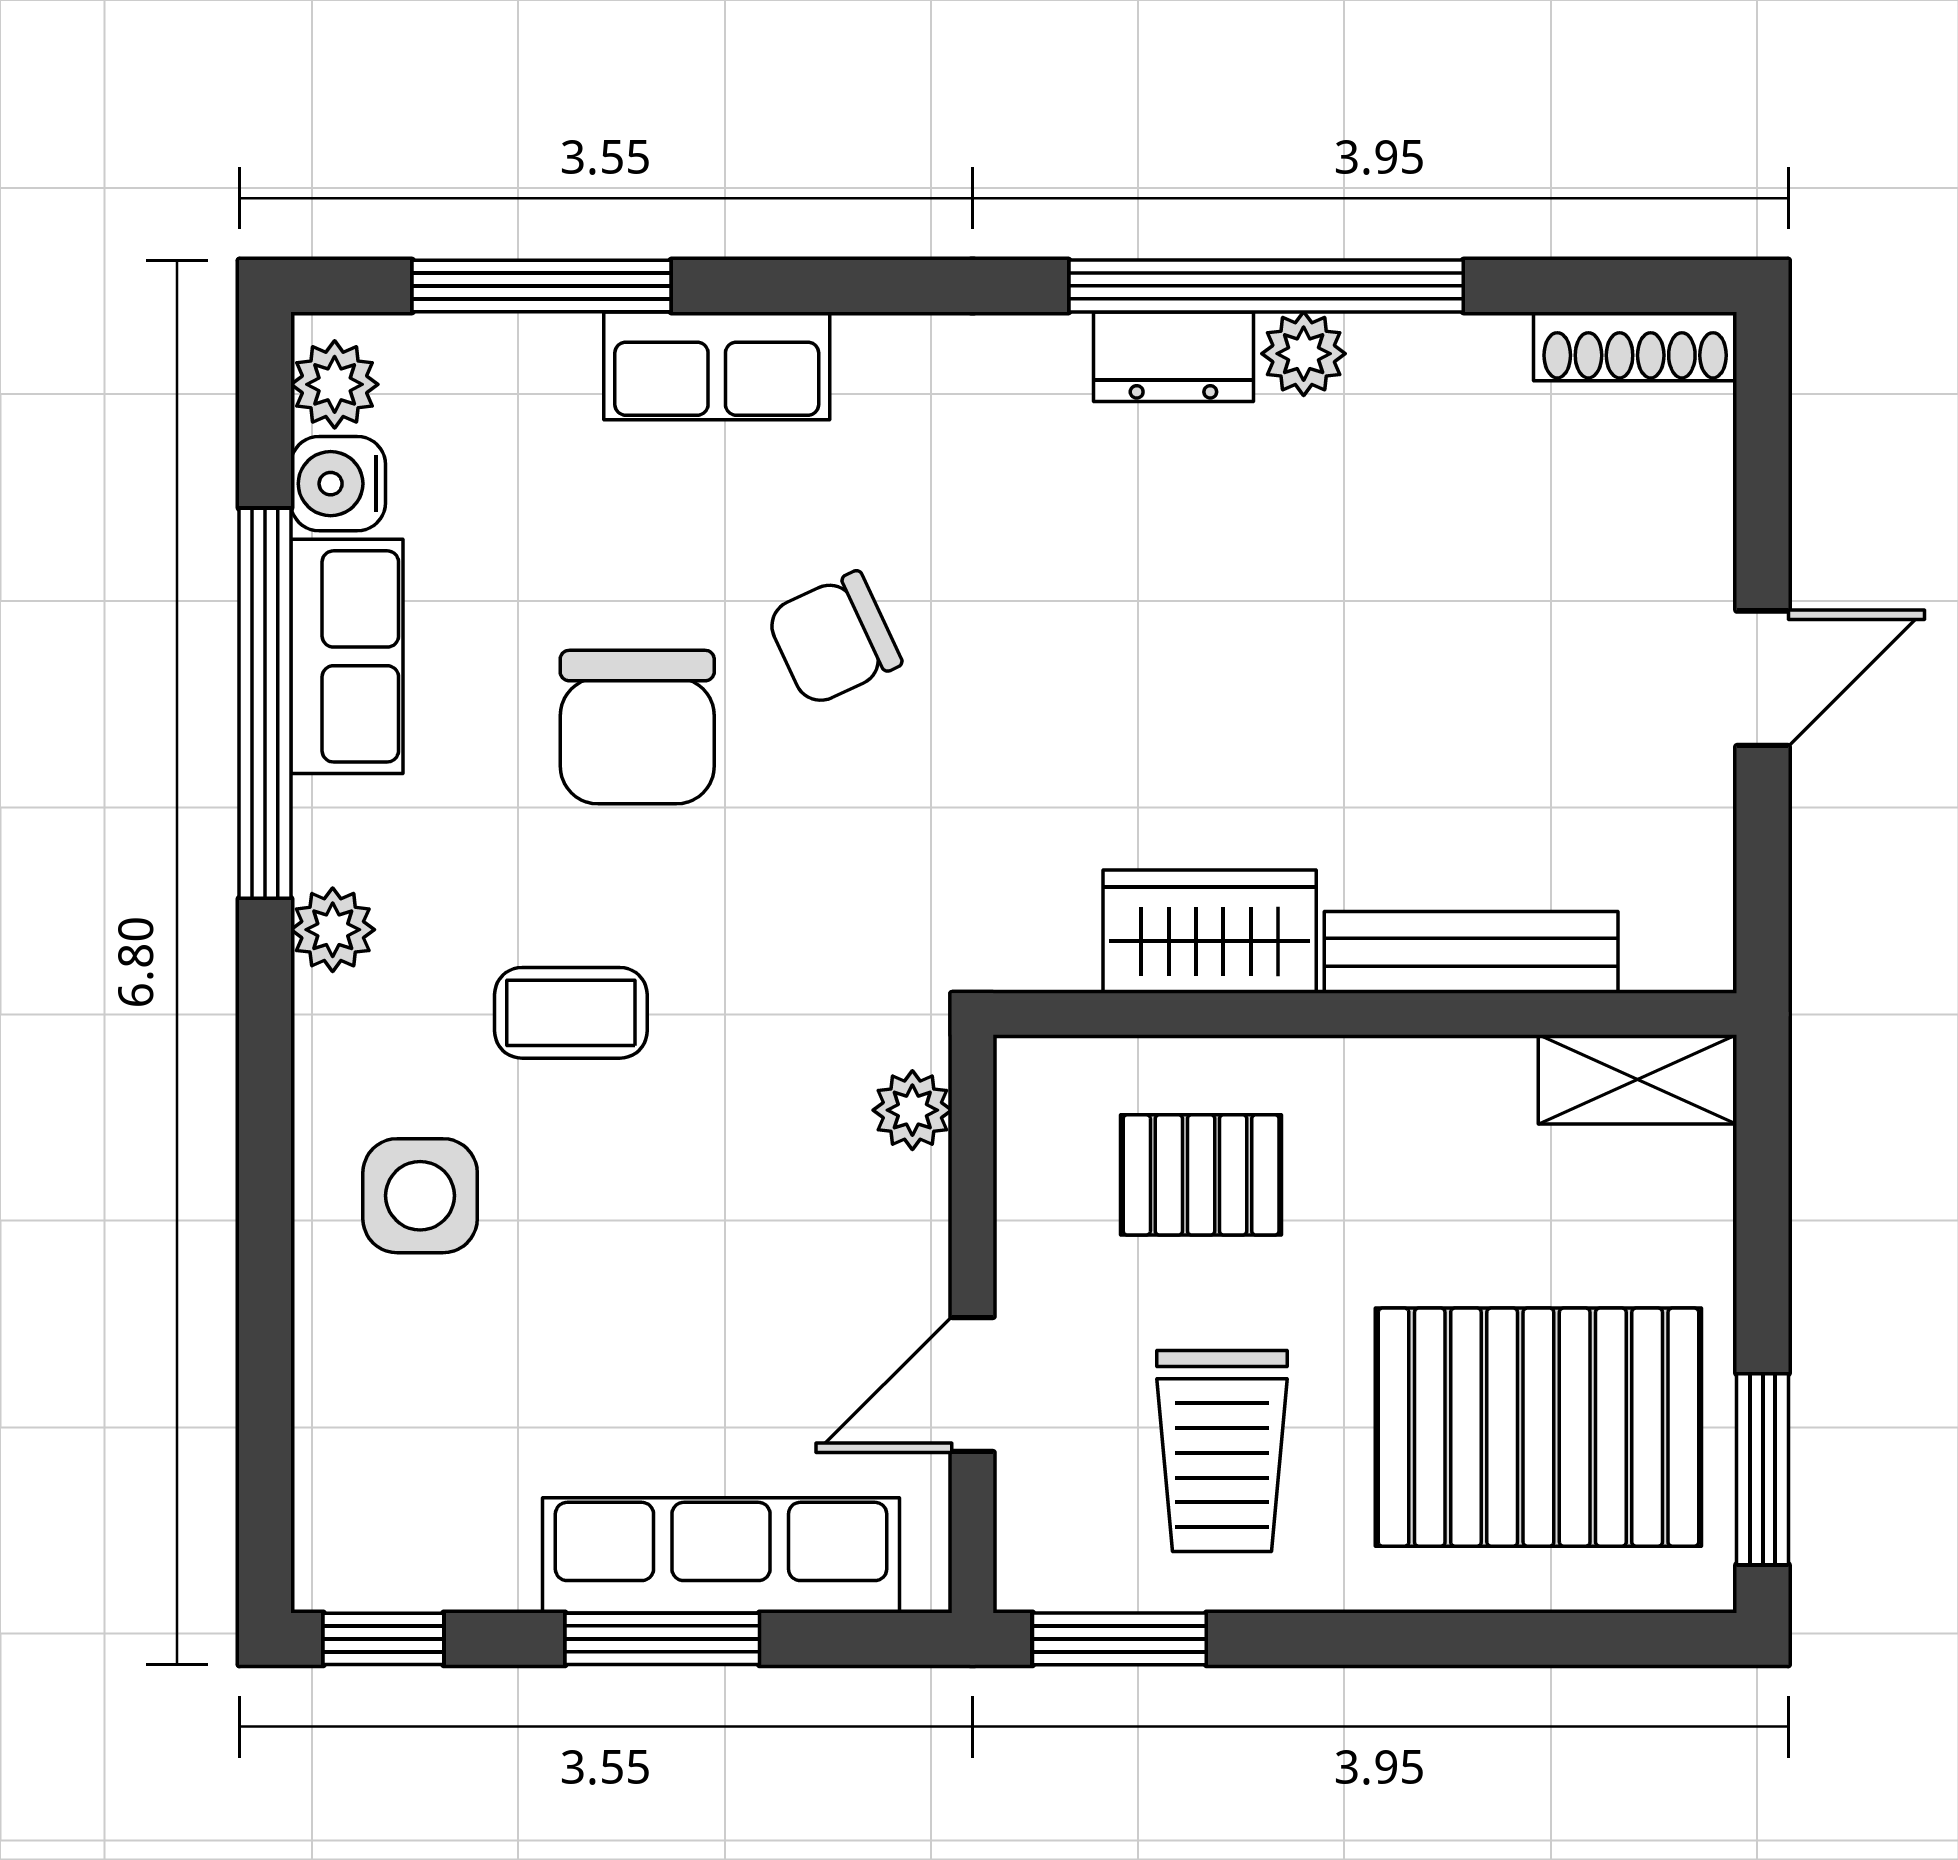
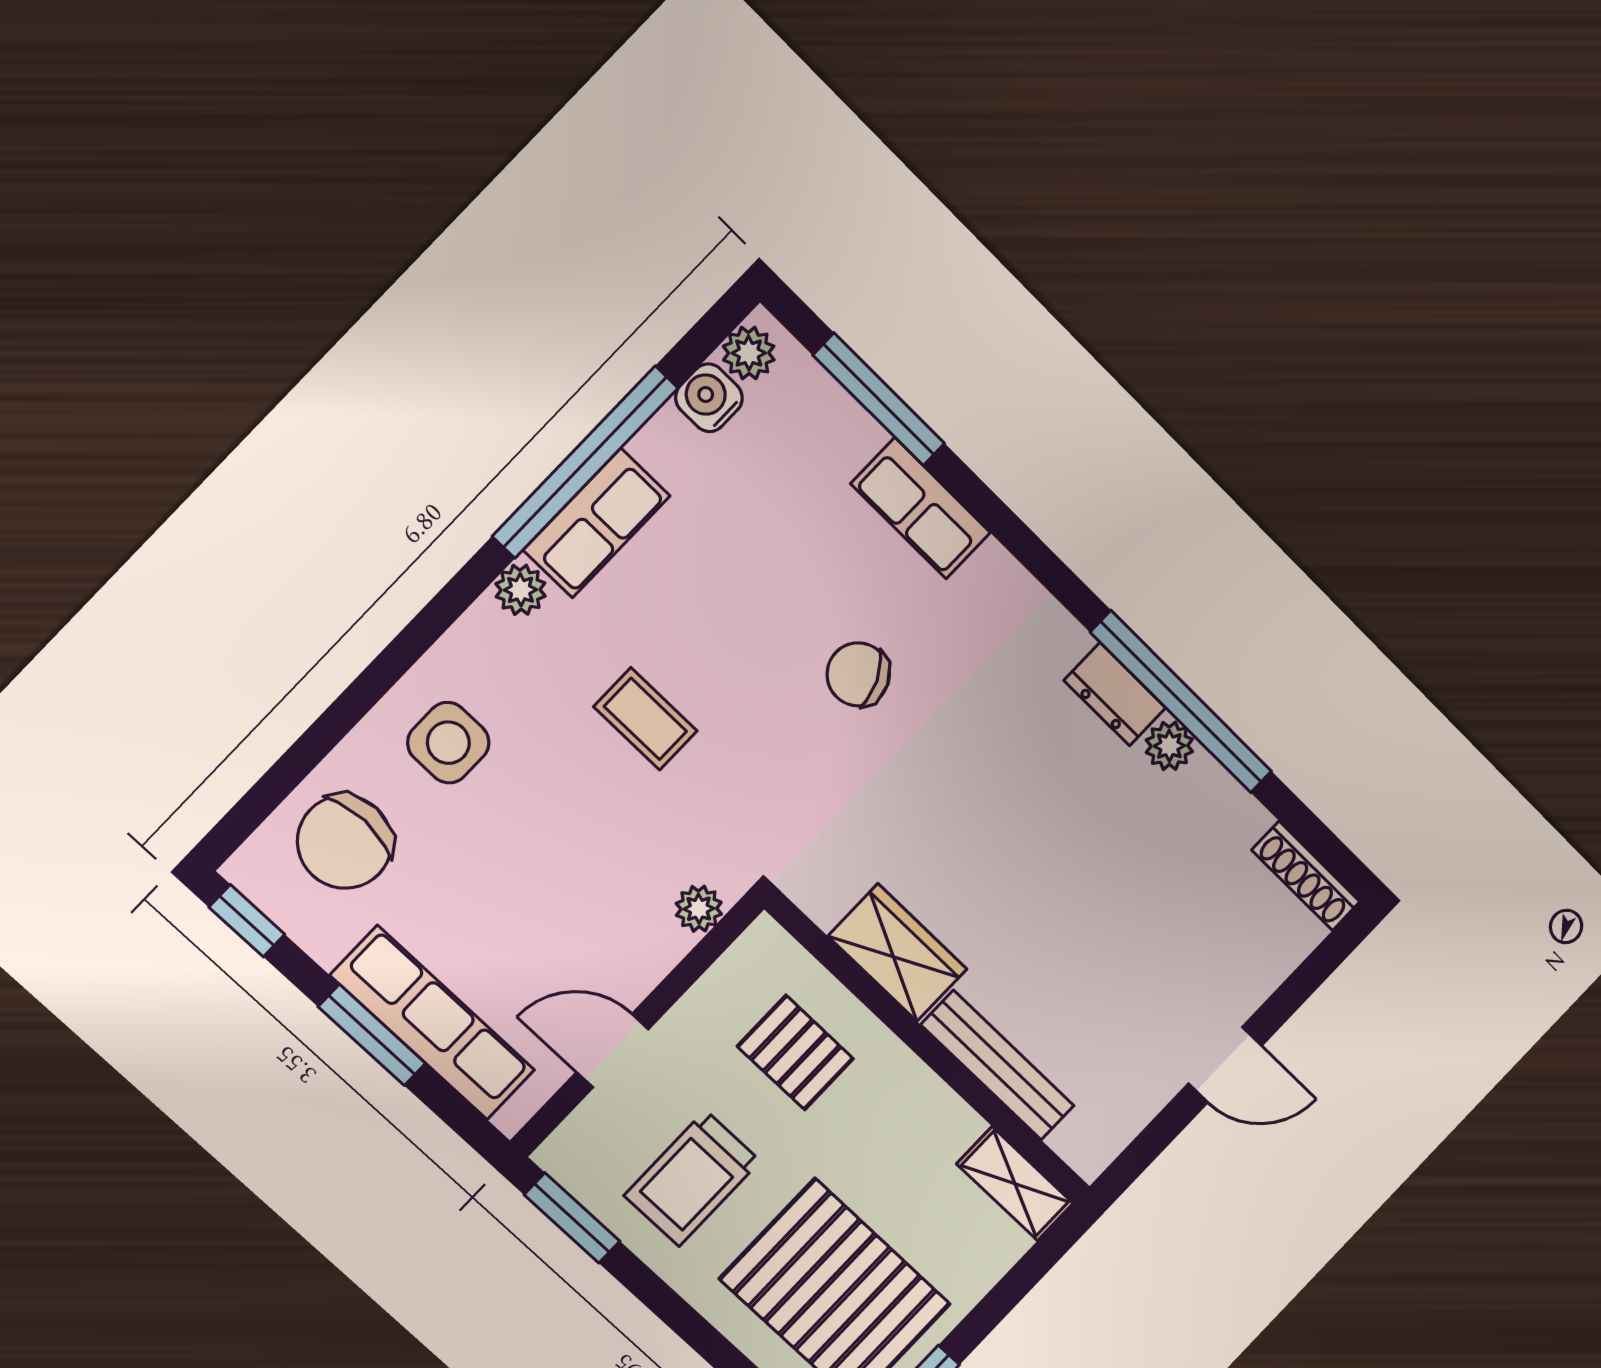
row of seats: (347, 656) -> (597, 523), moved
chair: (637, 727) -> (345, 842), moved
coffee table: (571, 1013) -> (645, 719), moved

